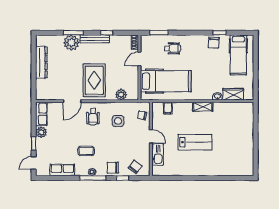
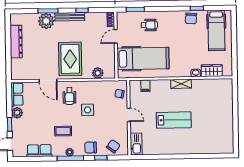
door: (72, 101) -> (48, 81), hinge flipped
side table: (118, 121) -> (88, 110), moved
kitchen sink: (158, 154) -> (136, 144), moved

